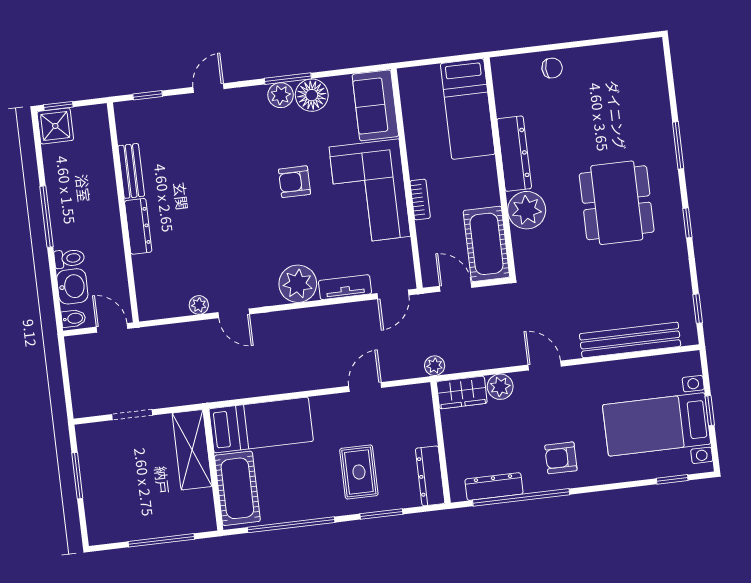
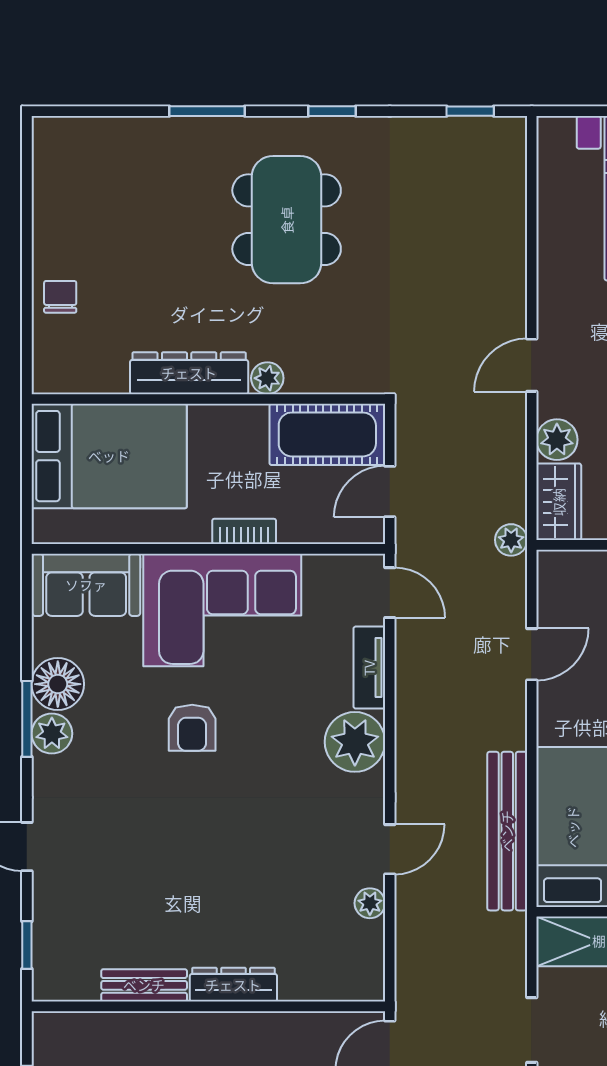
bed: (468, 109) -> (109, 456), width x1.50
dining table: (617, 203) -> (287, 220), turned 90
plant: (527, 210) -> (267, 378), width x0.53, depth x0.53
bench: (630, 340) -> (507, 831), moved
door: (365, 387) -> (532, 654), swing flipped

